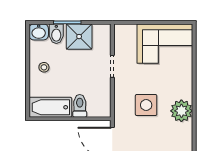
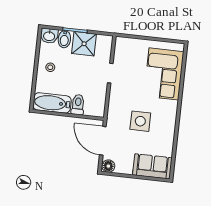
corner sofa: (165, 44) -> (164, 74), moved, turned 90
side table: (146, 105) -> (140, 121), moved
plant: (181, 111) -> (167, 119), removed

